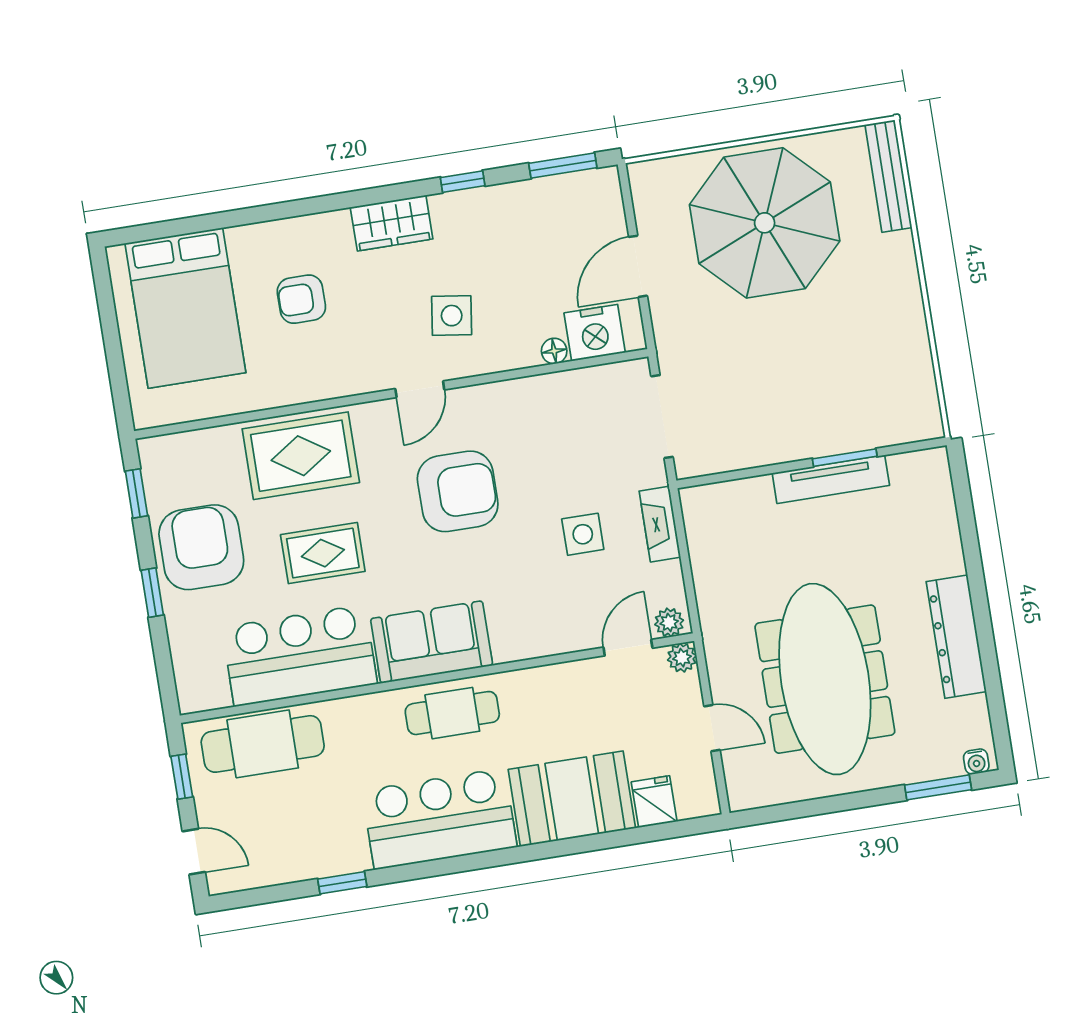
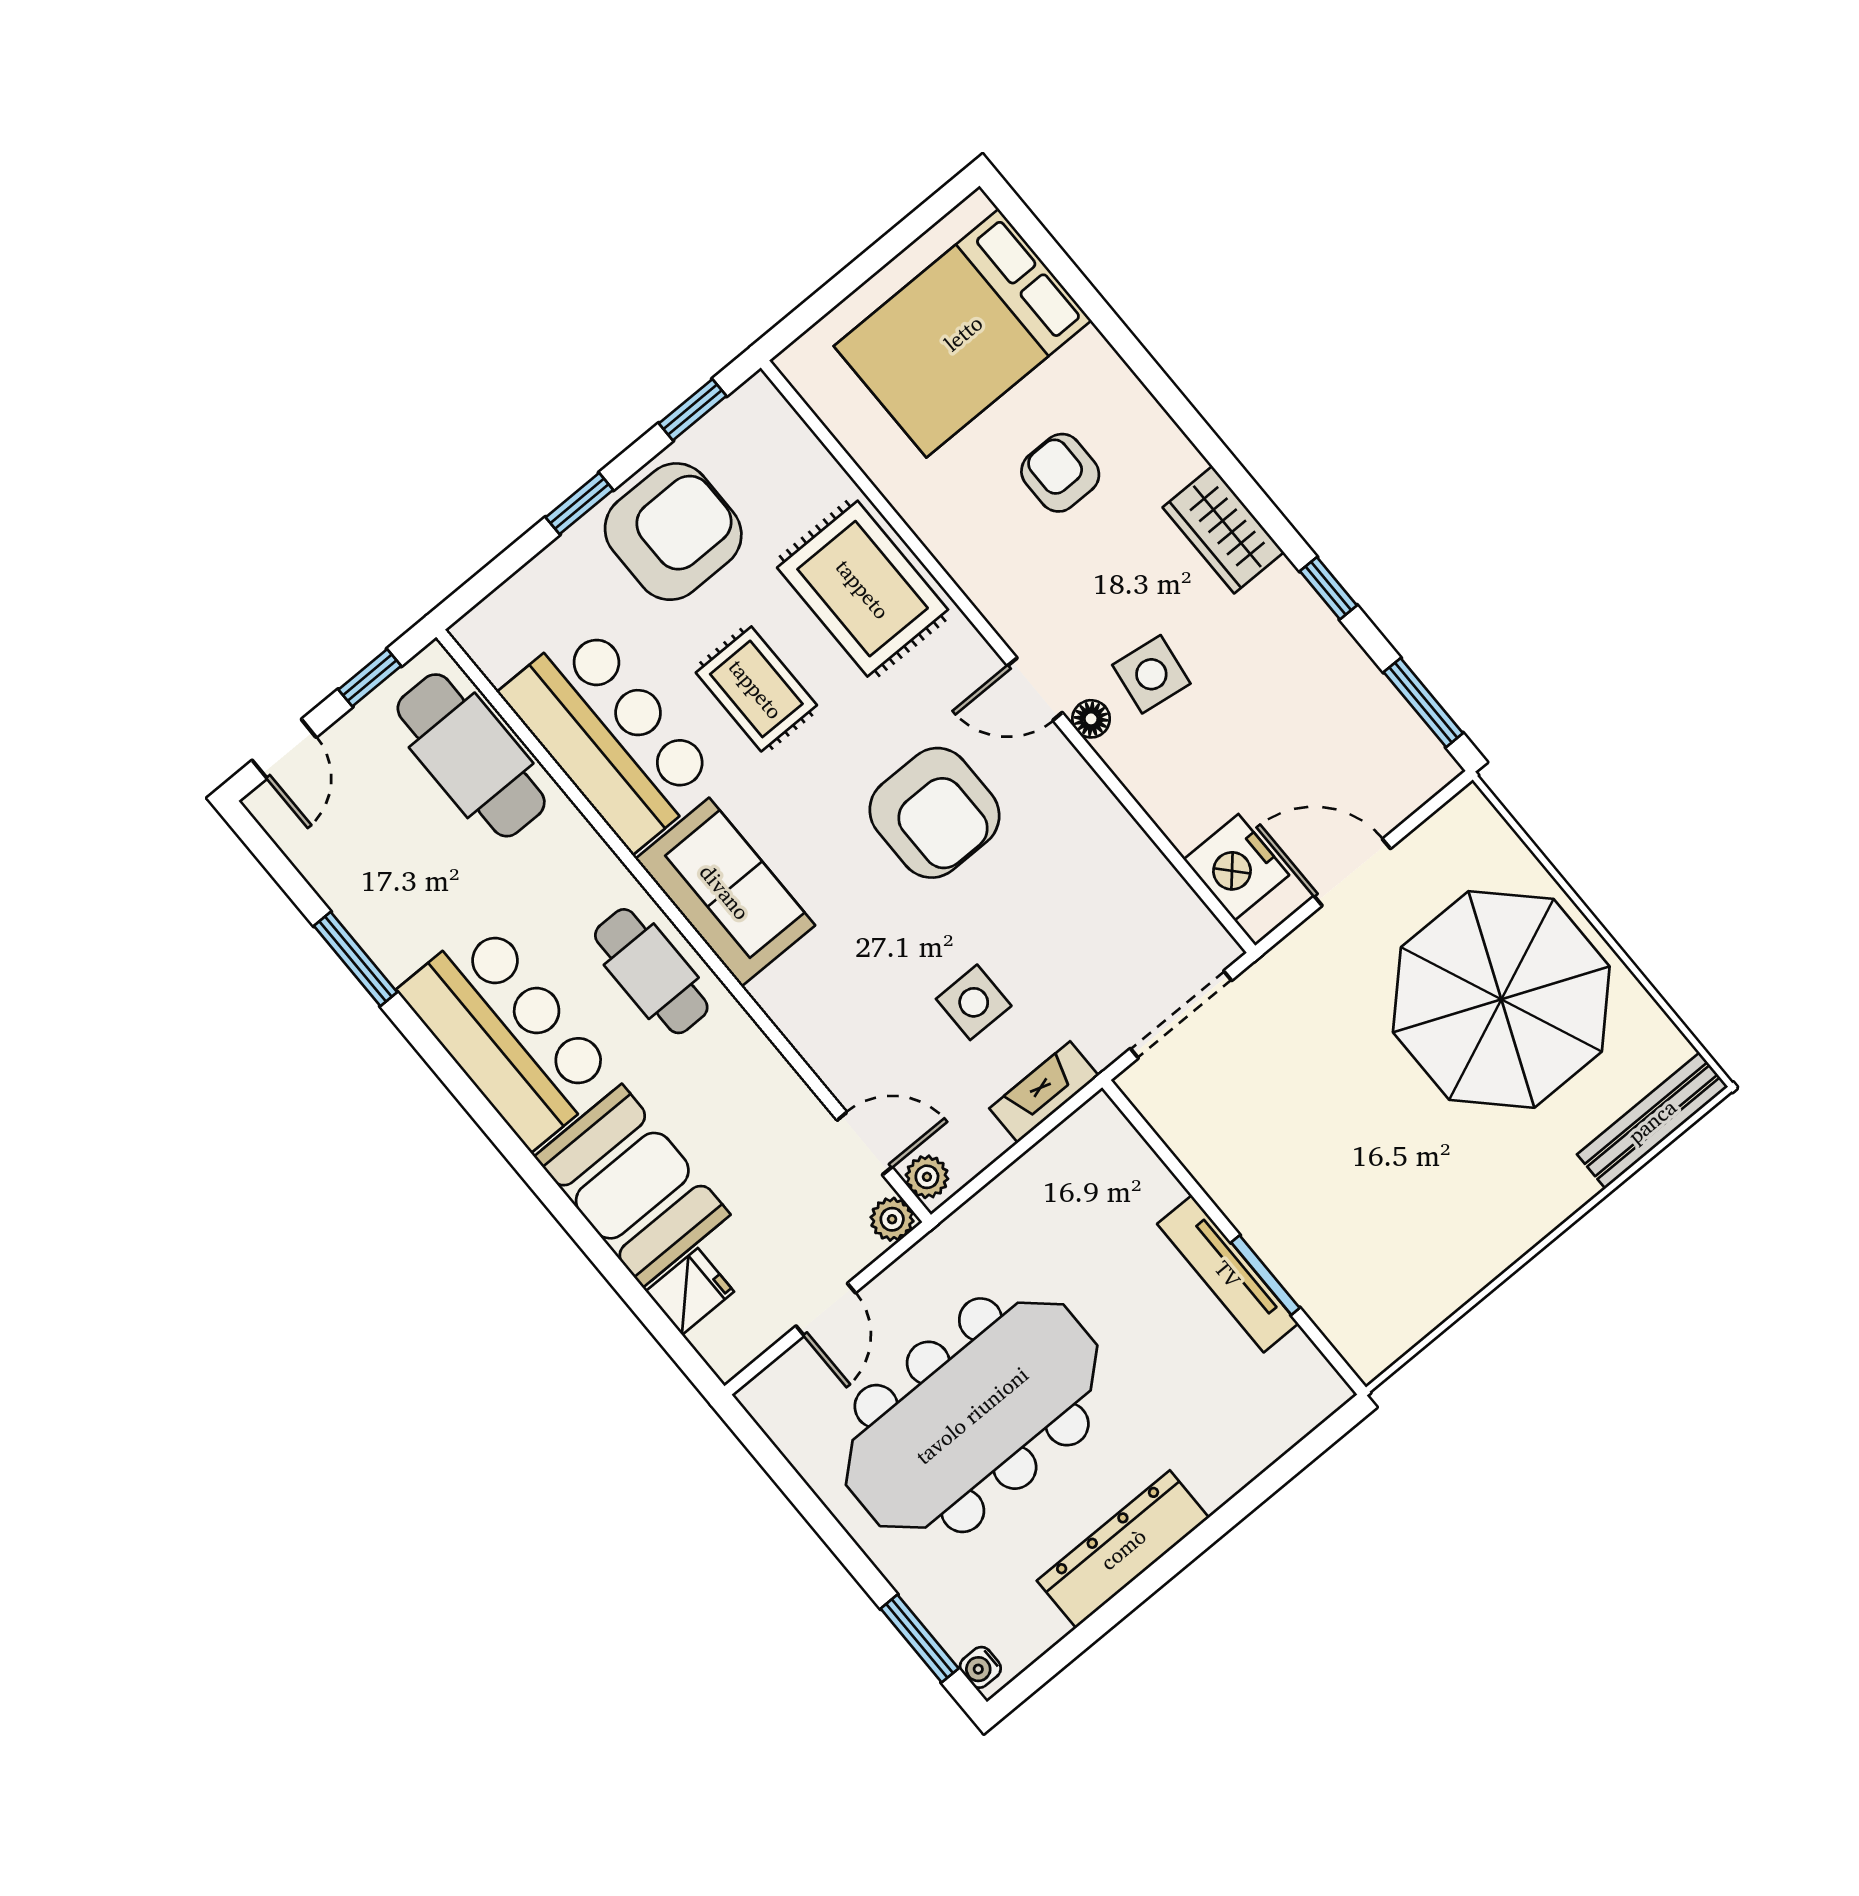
floor lamp: (554, 351) -> (1091, 719), moved
window: (342, 883) -> (355, 959), width x1.50

